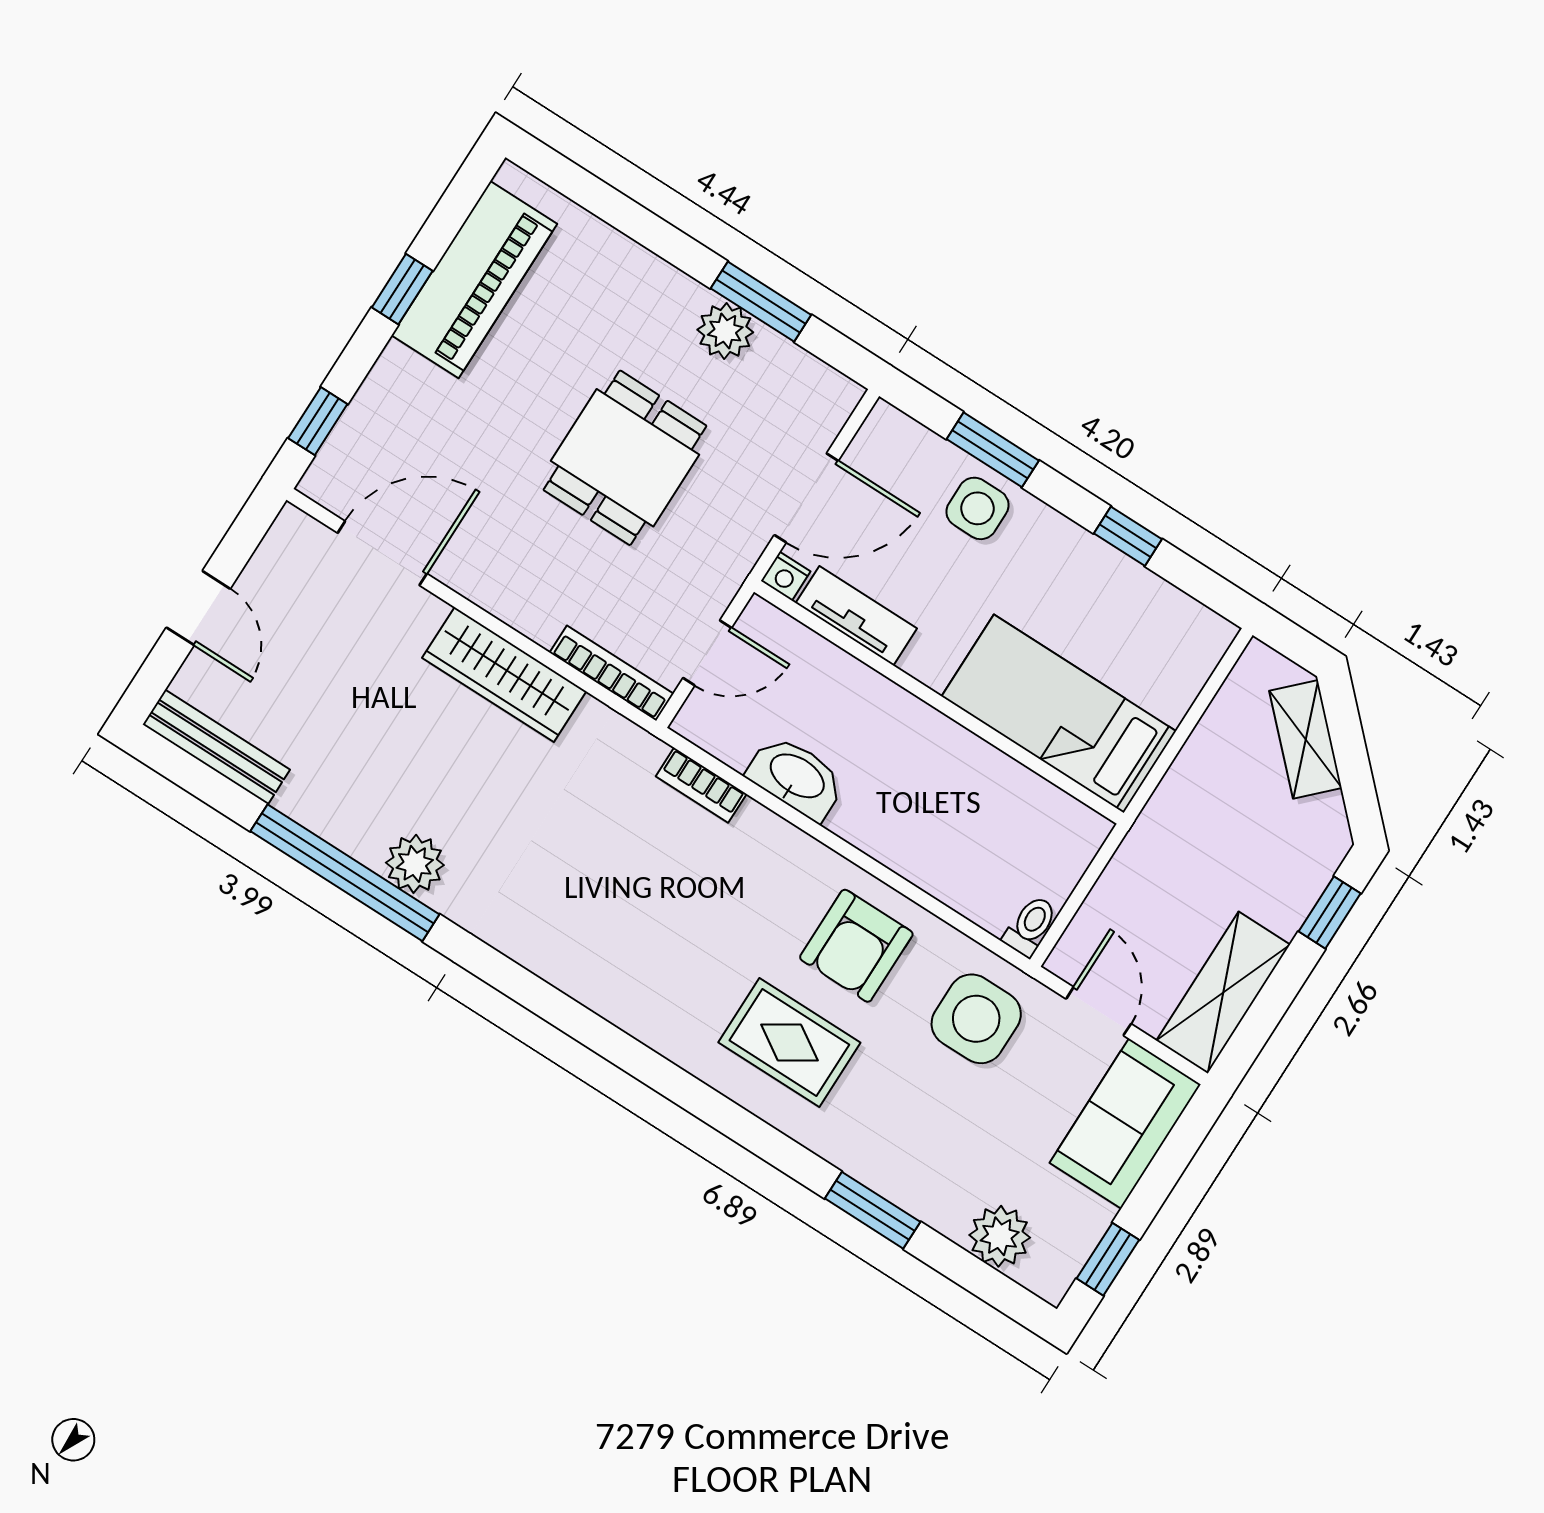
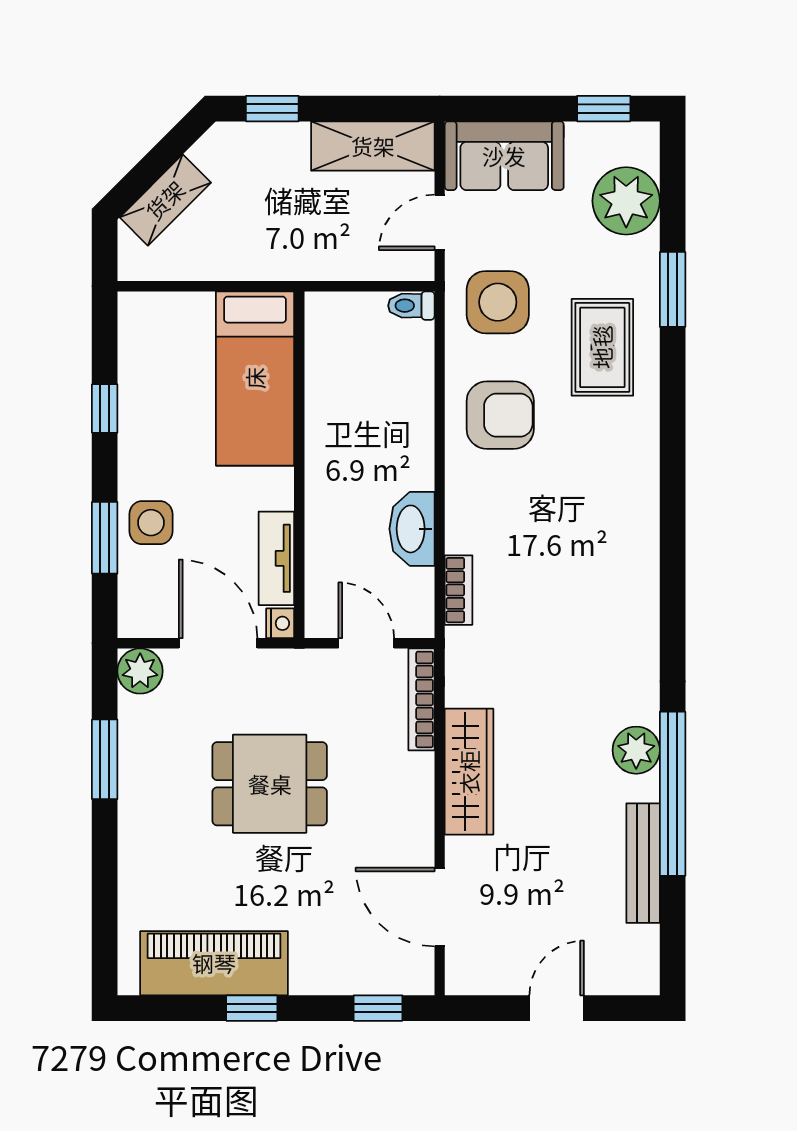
plant: (725, 331) -> (140, 671), moved
bench: (216, 747) -> (643, 863), moved
rug: (789, 1042) -> (602, 347), moved
plant: (1000, 1236) -> (626, 201), width x1.36, depth x1.36

